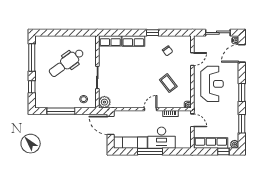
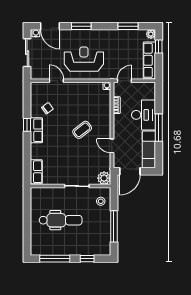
row of seats: (133, 41) -> (36, 130), moved
dental chair: (66, 63) -> (61, 220), turned -54
coffee table: (168, 83) -> (82, 130), moved
window: (242, 92) -> (81, 26), moved
door: (150, 109) -> (112, 146), moved

